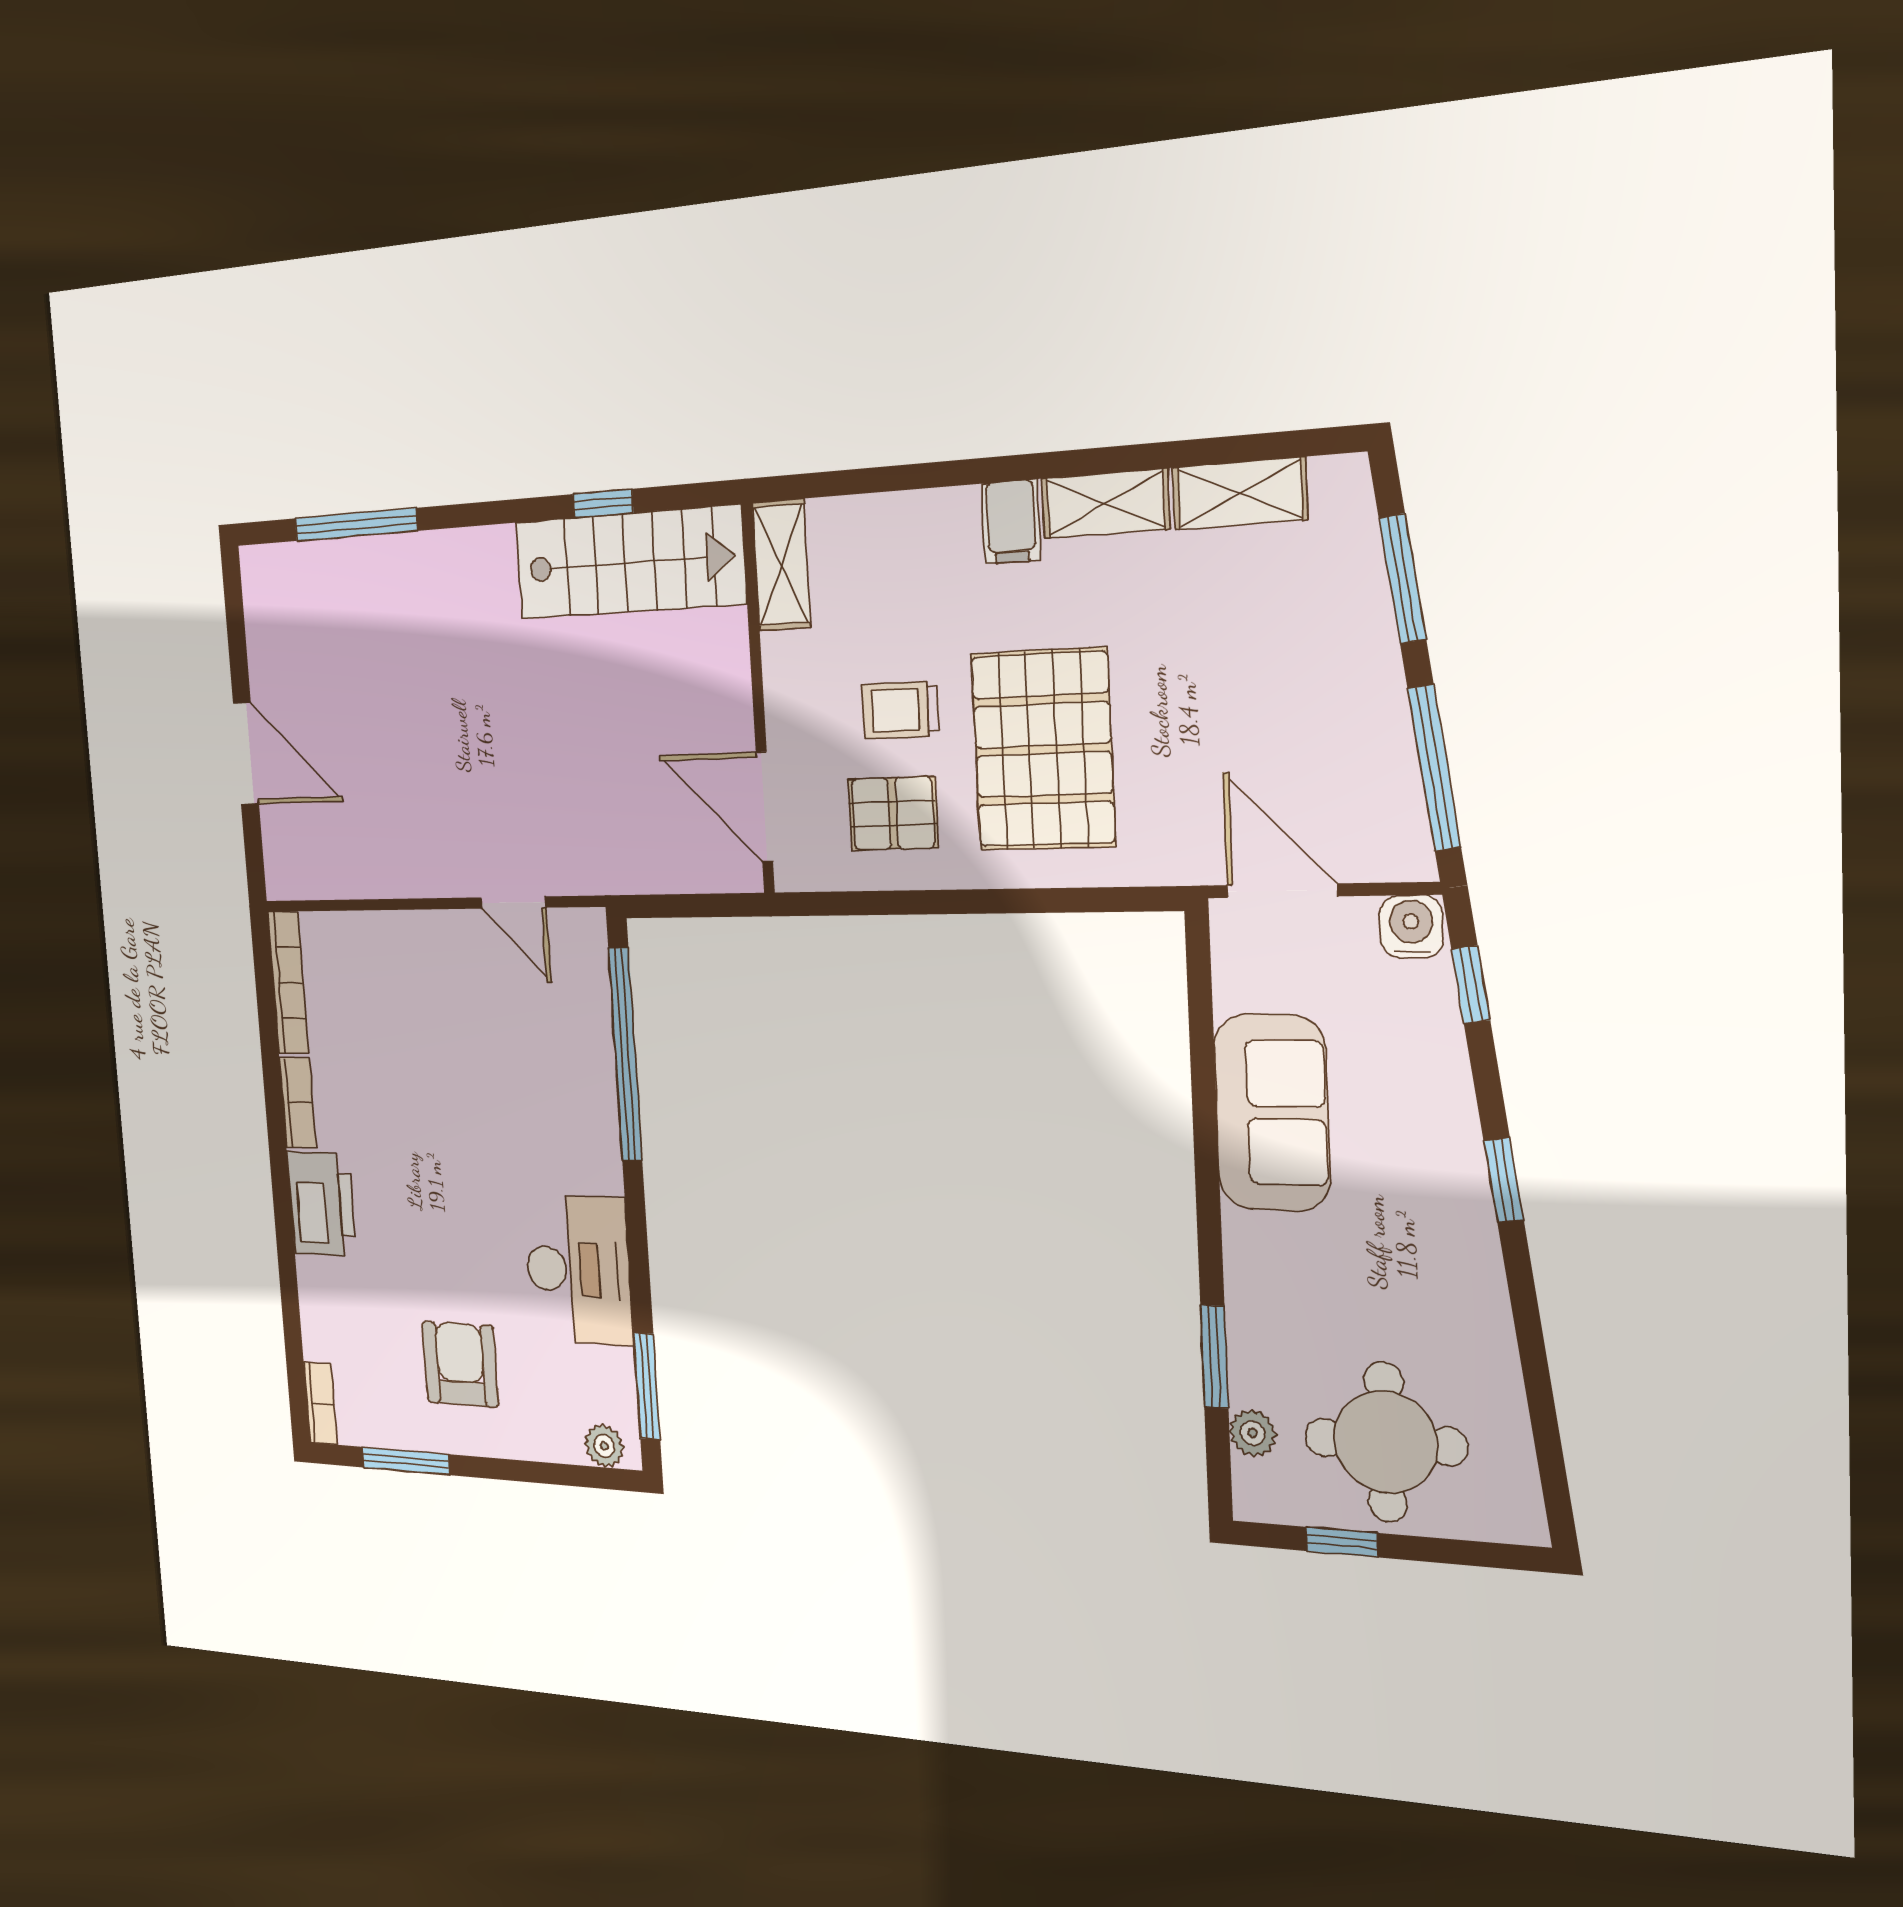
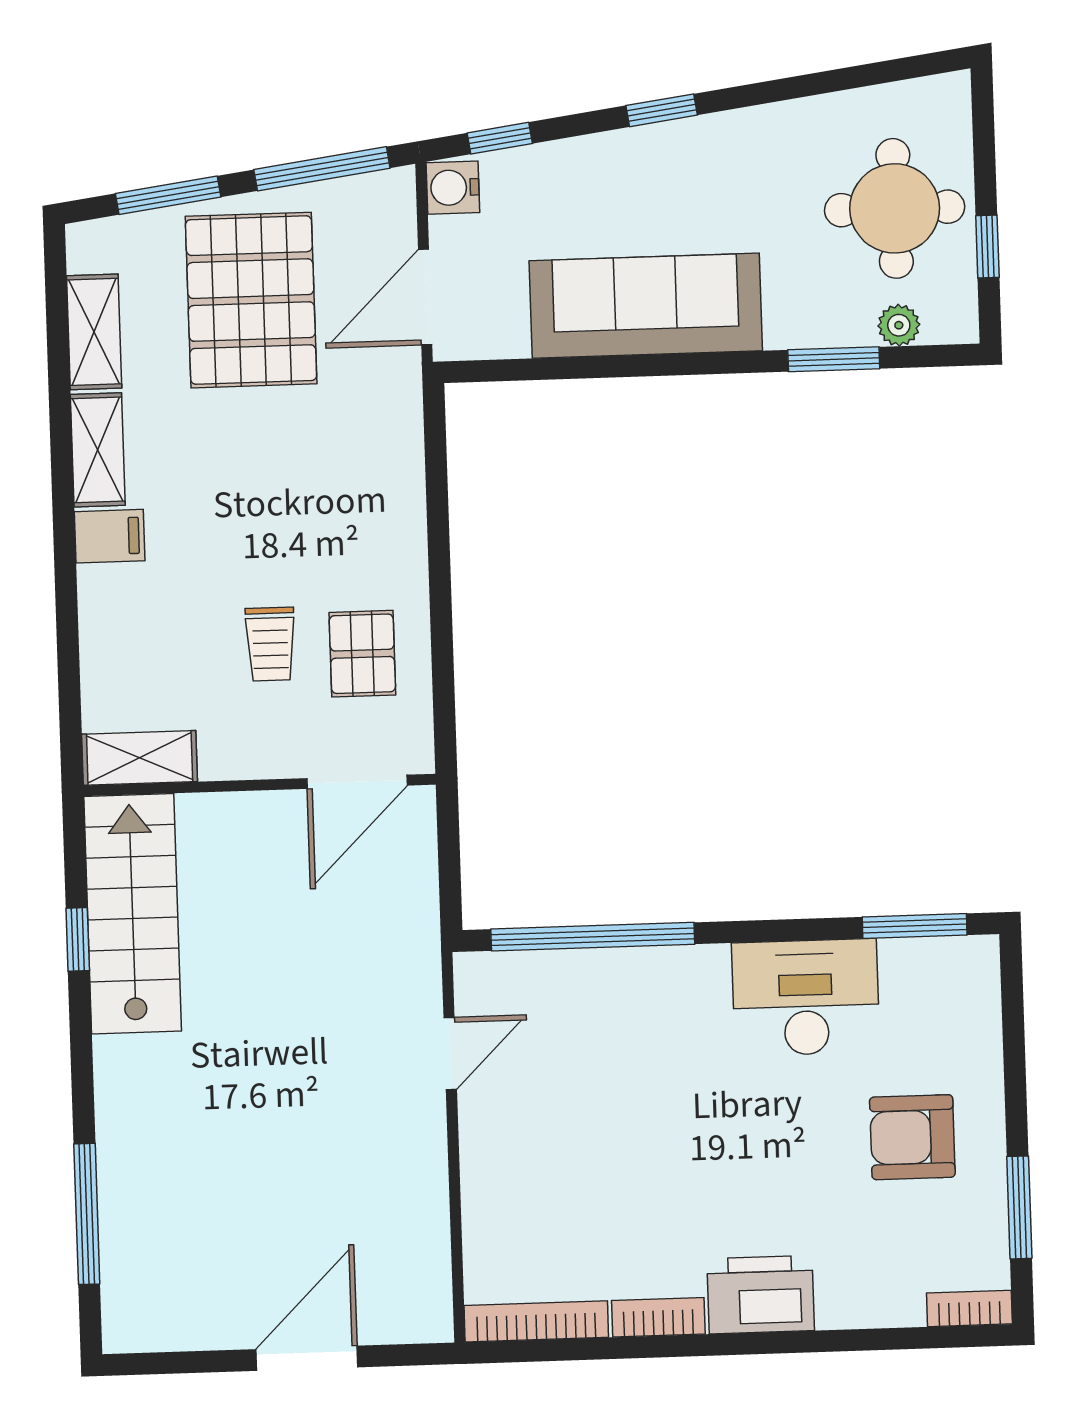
pallet: (1043, 750) -> (251, 300), moved, turned 90
sofa: (1272, 1113) -> (646, 306), width x1.36
plant: (604, 1446) -> (979, 976), removed

